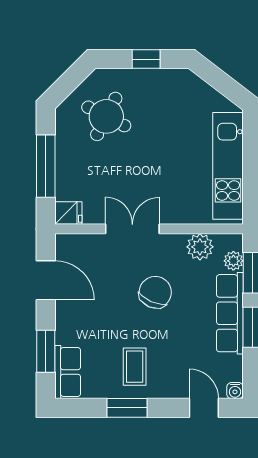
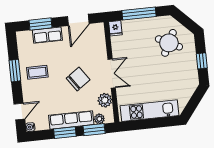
double door: (132, 229) -> (112, 74), moved
chair: (155, 292) -> (78, 79), turned -59
row of seats: (68, 372) -> (47, 35), moved

